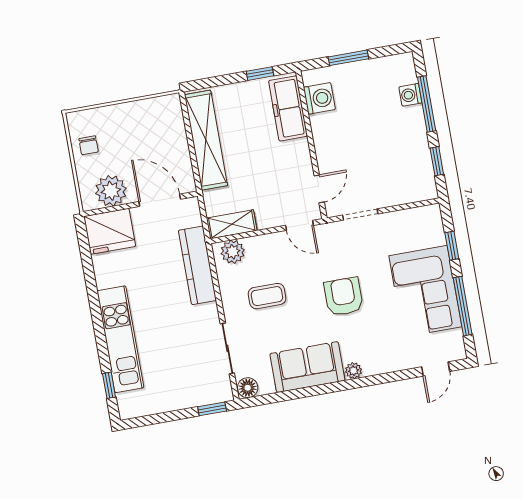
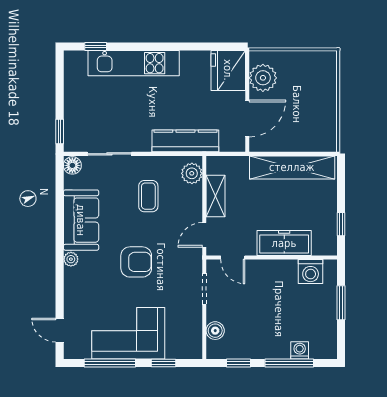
freezer: (288, 108) -> (284, 243), moved
chair: (89, 145) -> (306, 66), removed
boiler: (405, 194) -> (215, 331), added
shelving: (232, 224) -> (216, 196), moved

